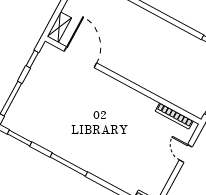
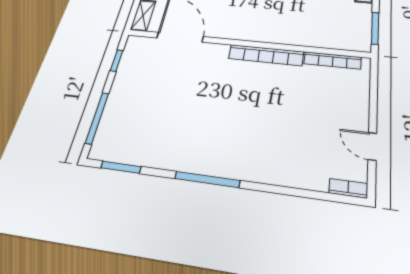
bookcase: (133, 95) -> (266, 55), added
door: (186, 153) -> (372, 146), moved

